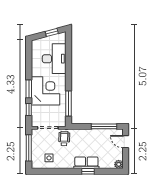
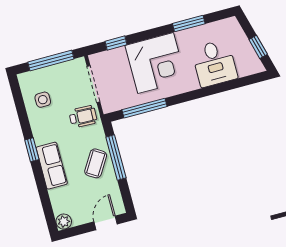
desk: (54, 59) -> (214, 63), width x0.73
window: (29, 89) -> (189, 24), moved
window: (104, 126) -> (116, 158), moved
coffee table: (92, 138) -> (96, 163), added
window: (88, 171) -> (32, 150), moved

